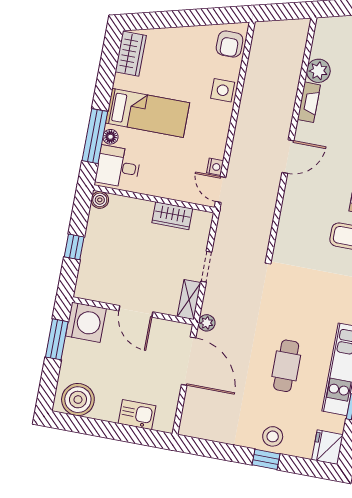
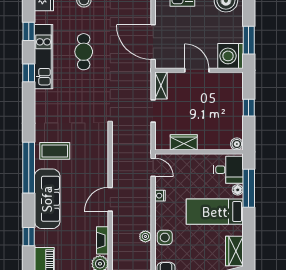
nightstand: (215, 167) -> (160, 196), moved
plant: (207, 323) -> (145, 236), moved

